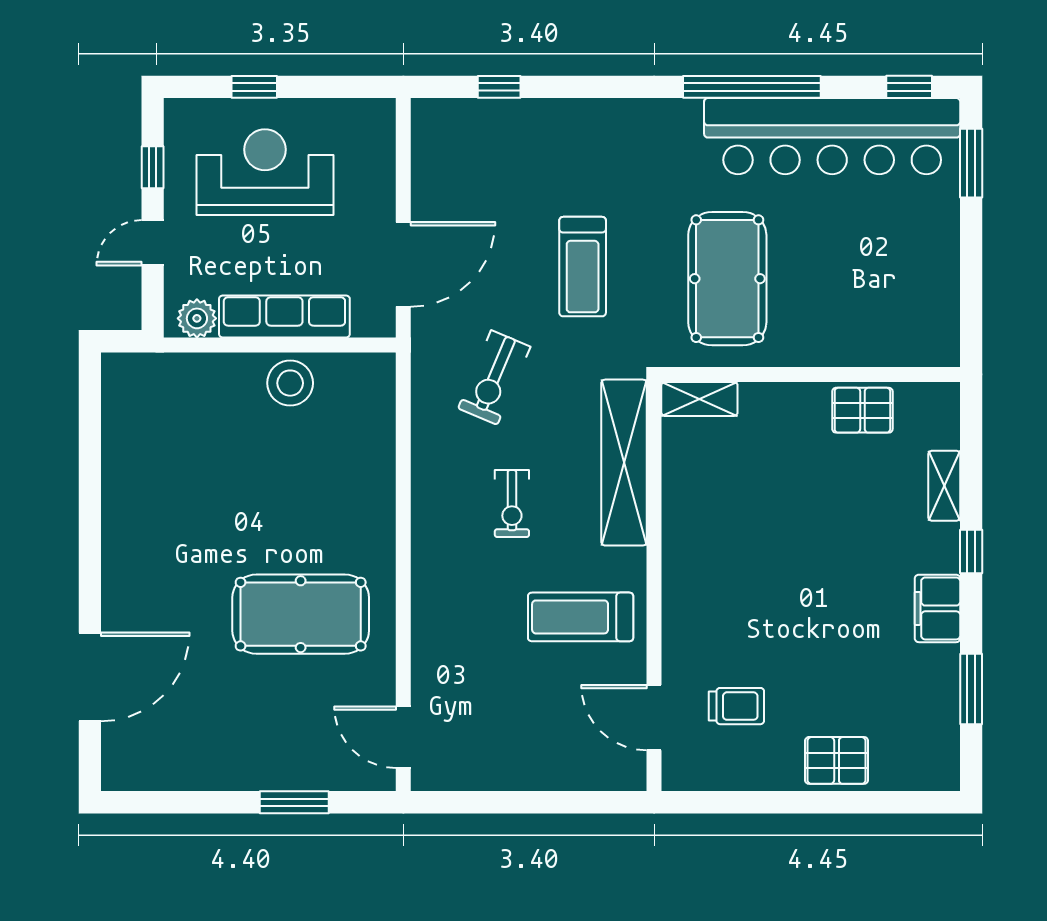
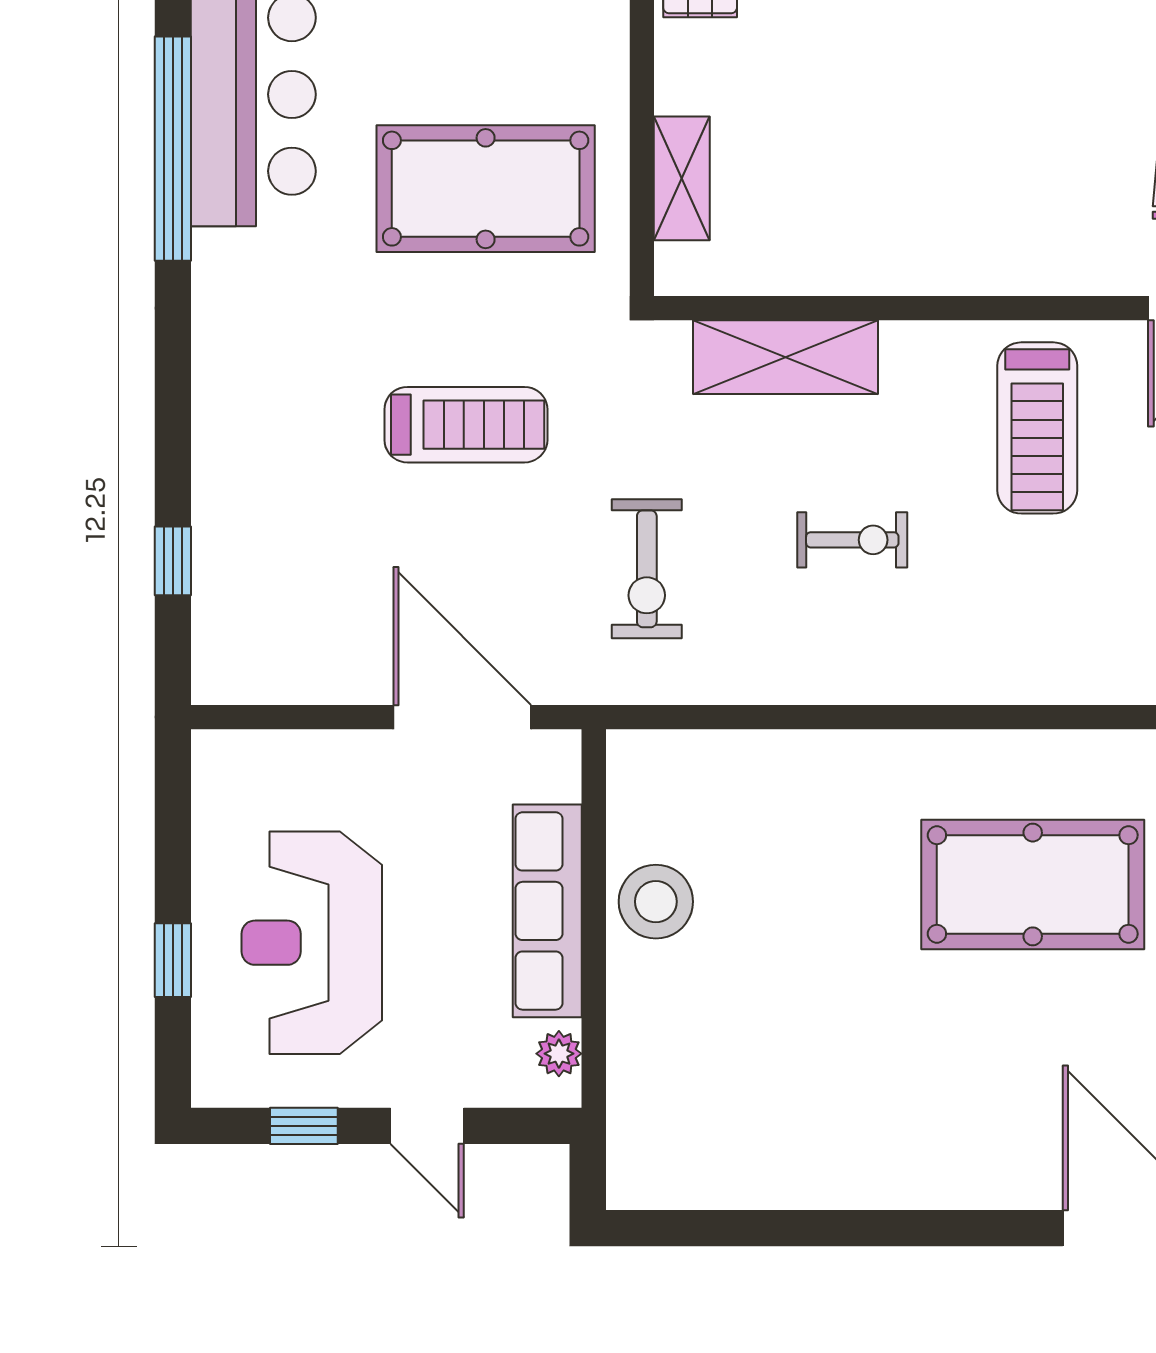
plant: (197, 318) -> (559, 1054), width x0.73, depth x0.73
exercise bike: (494, 377) -> (647, 569), turned 67
shelving: (699, 399) -> (682, 178), moved
shelving: (624, 463) -> (785, 357), width x0.68
pool table: (301, 614) -> (1033, 884), turned 90

